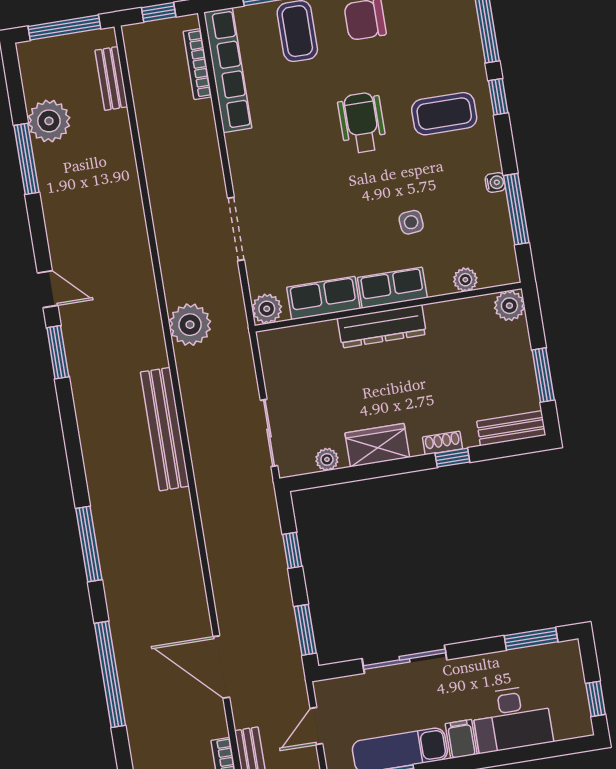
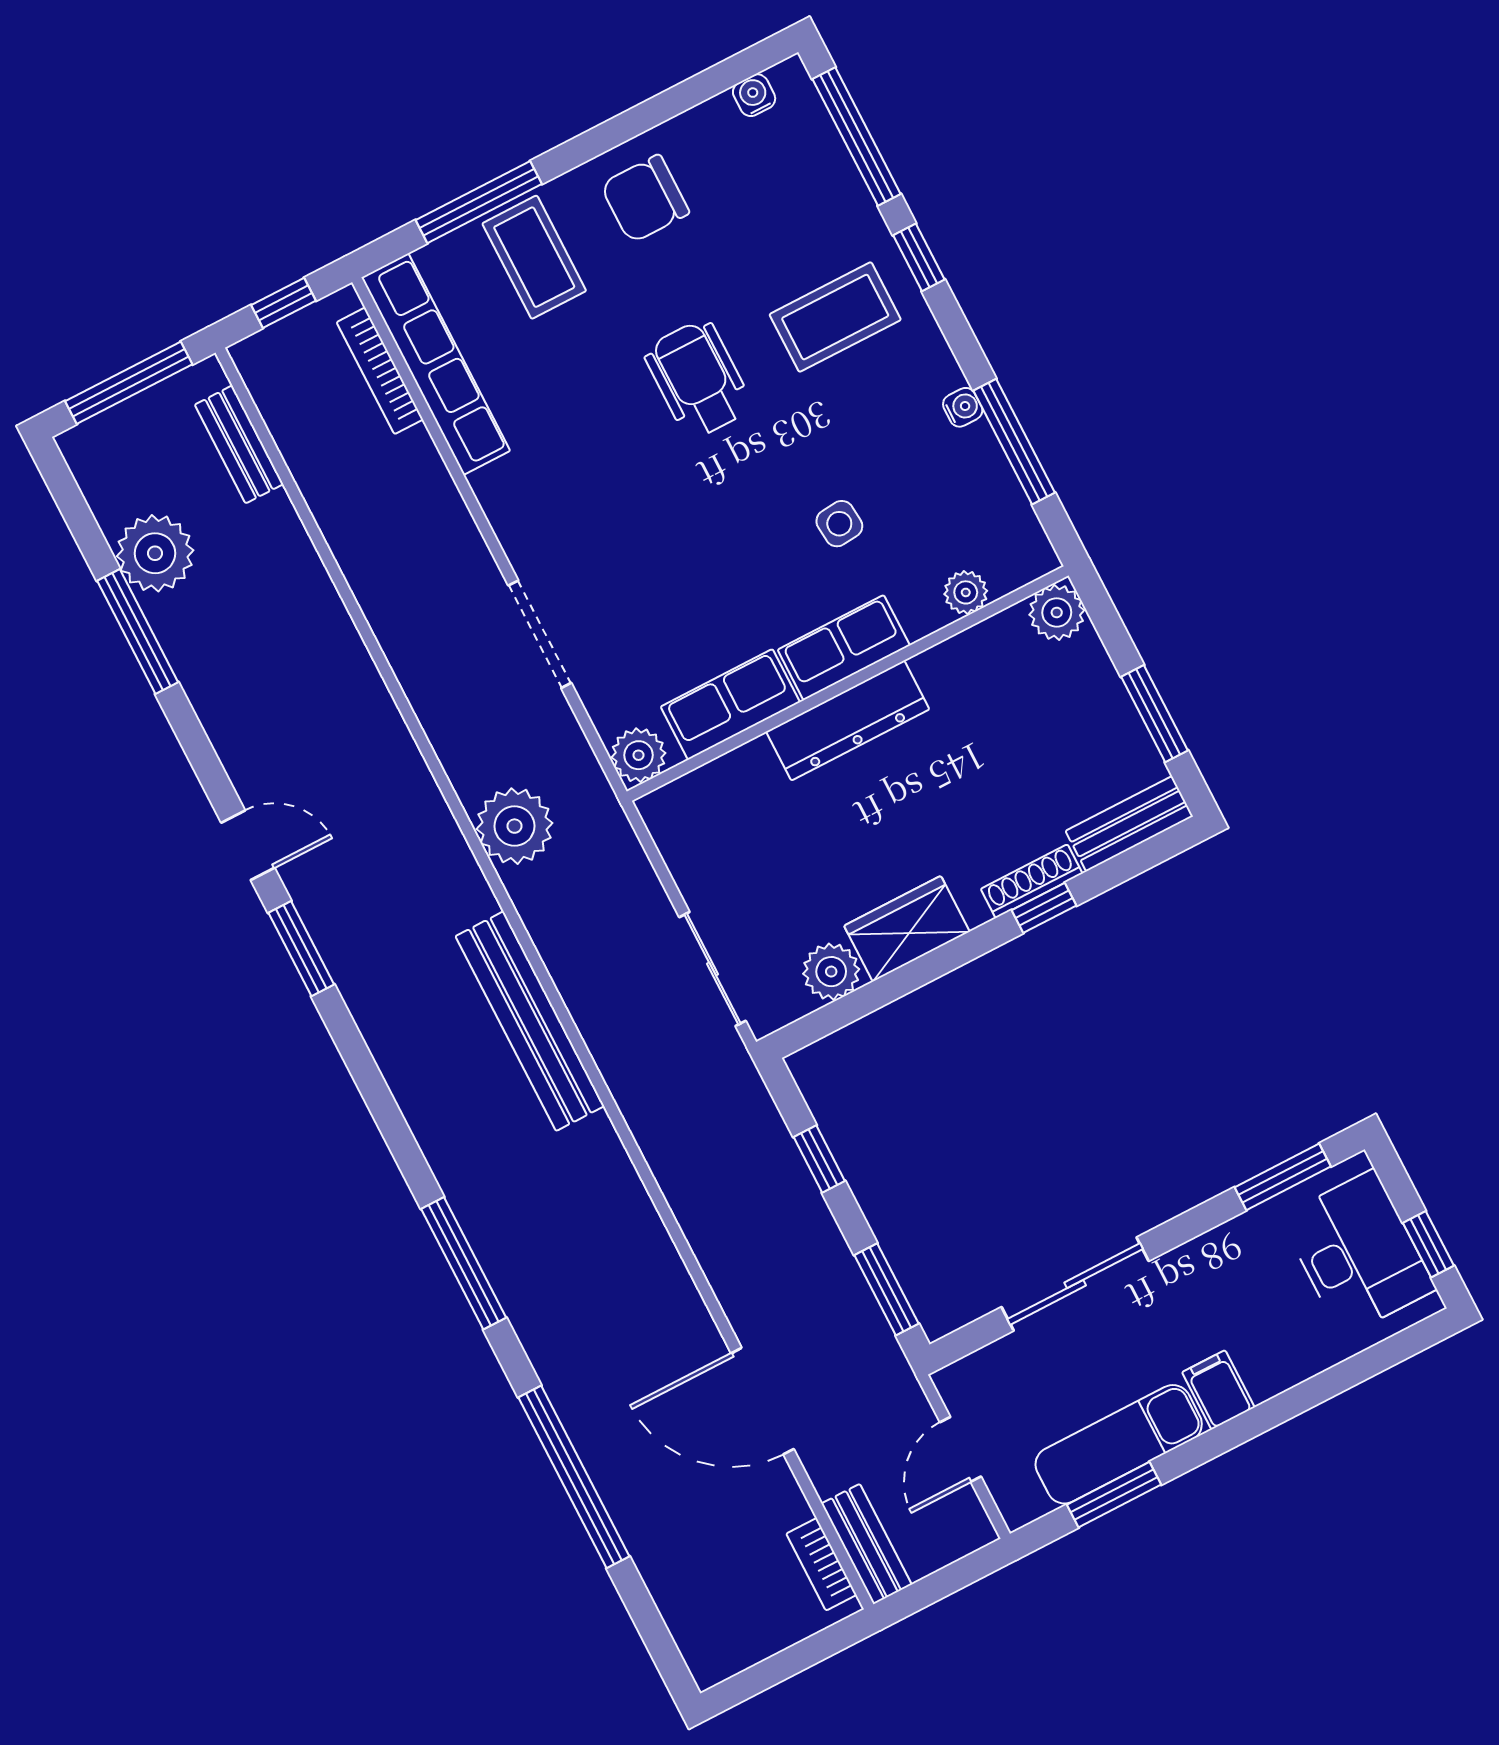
shoe rack: (443, 443) -> (1032, 881), width x1.43
plant: (327, 459) -> (831, 972), width x1.38, depth x1.38
desk: (512, 719) -> (1358, 1253), moved, turned -90

